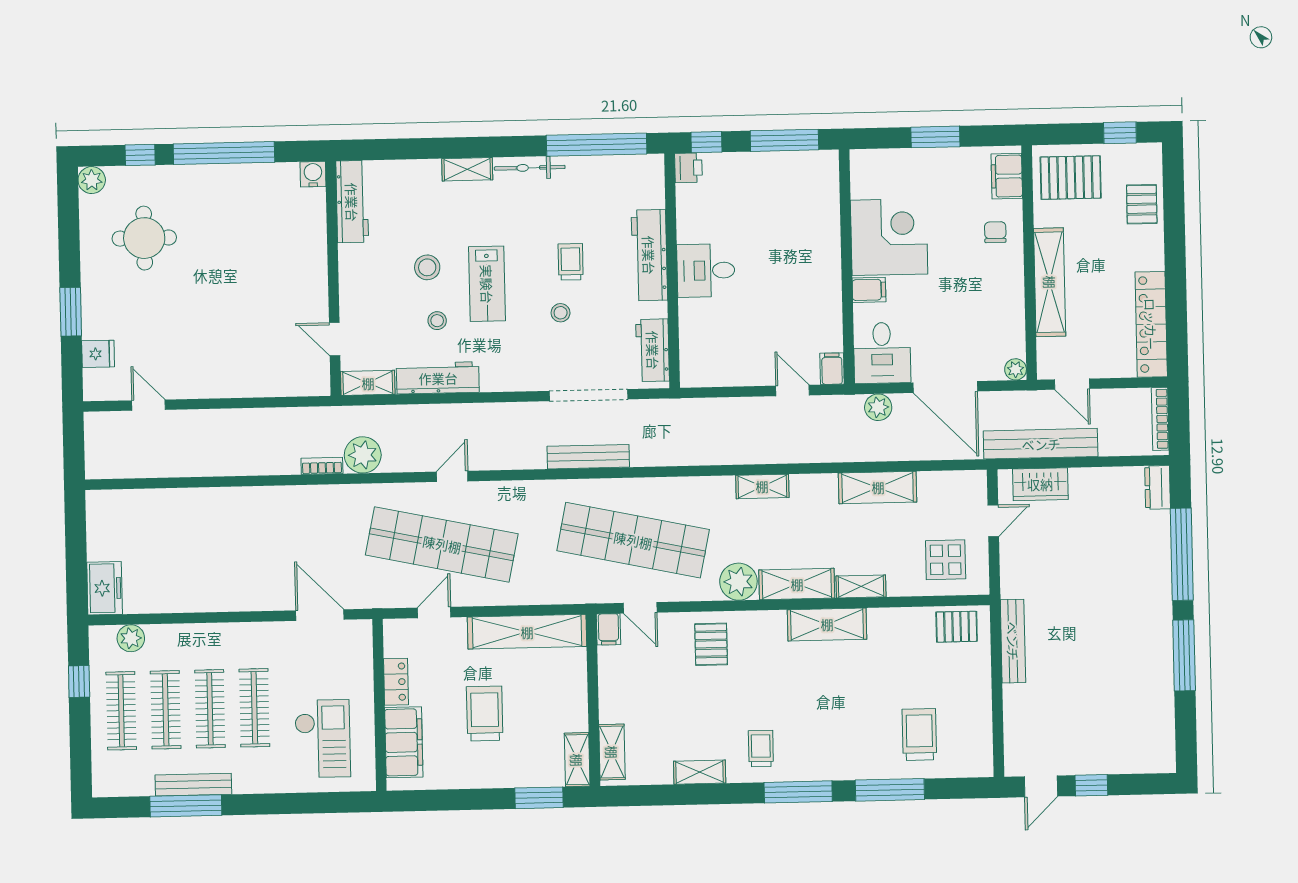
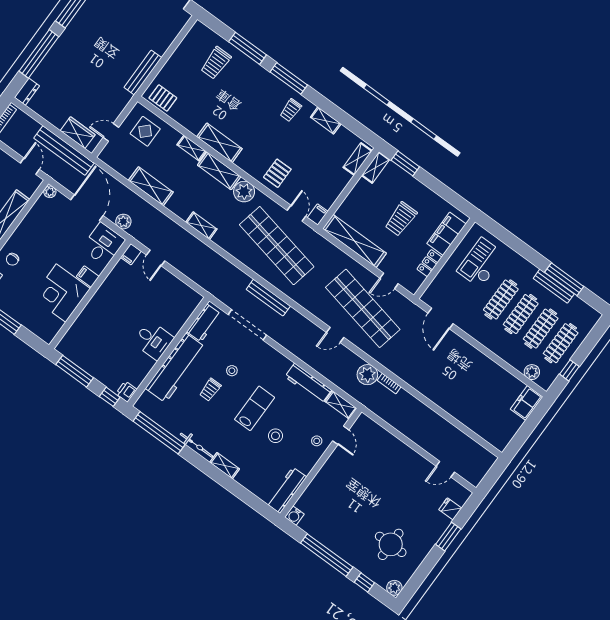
workbench: (649, 255) -> (176, 368), width x1.36, depth x1.32
stool: (437, 321) -> (317, 441), moved
door: (148, 405) -> (445, 469), hinge flipped

